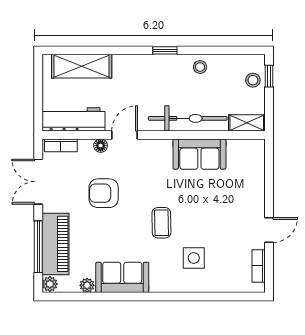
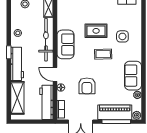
workbench: (144, 66) -> (17, 64), added
sofa: (199, 154) -> (66, 44), moved
rug: (204, 210) -> (96, 31), added

